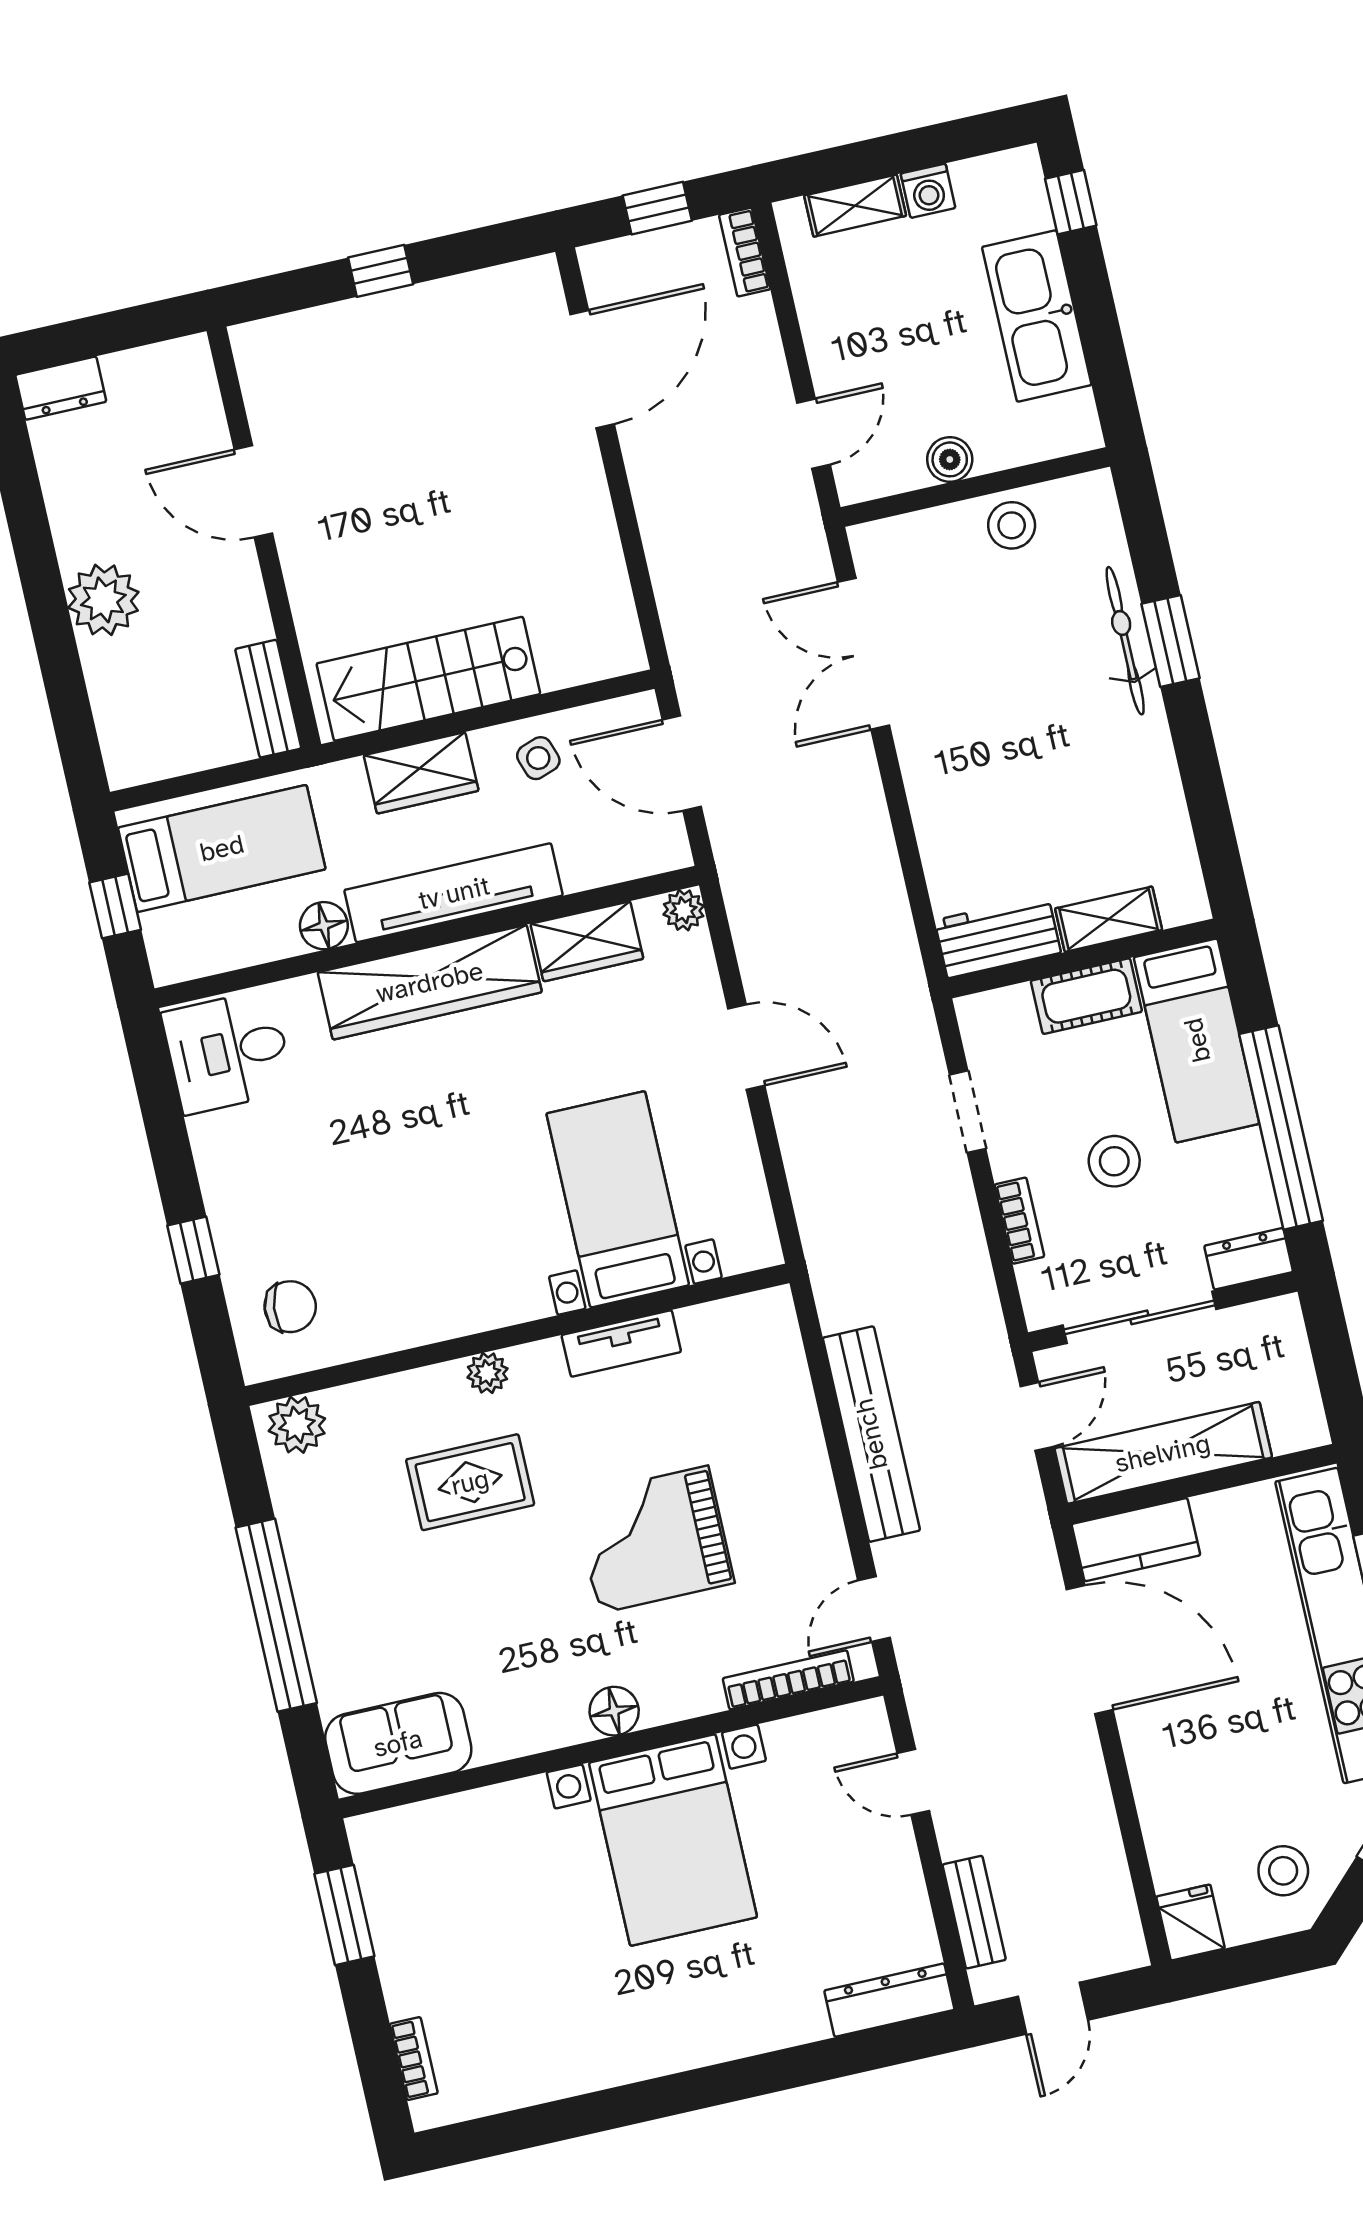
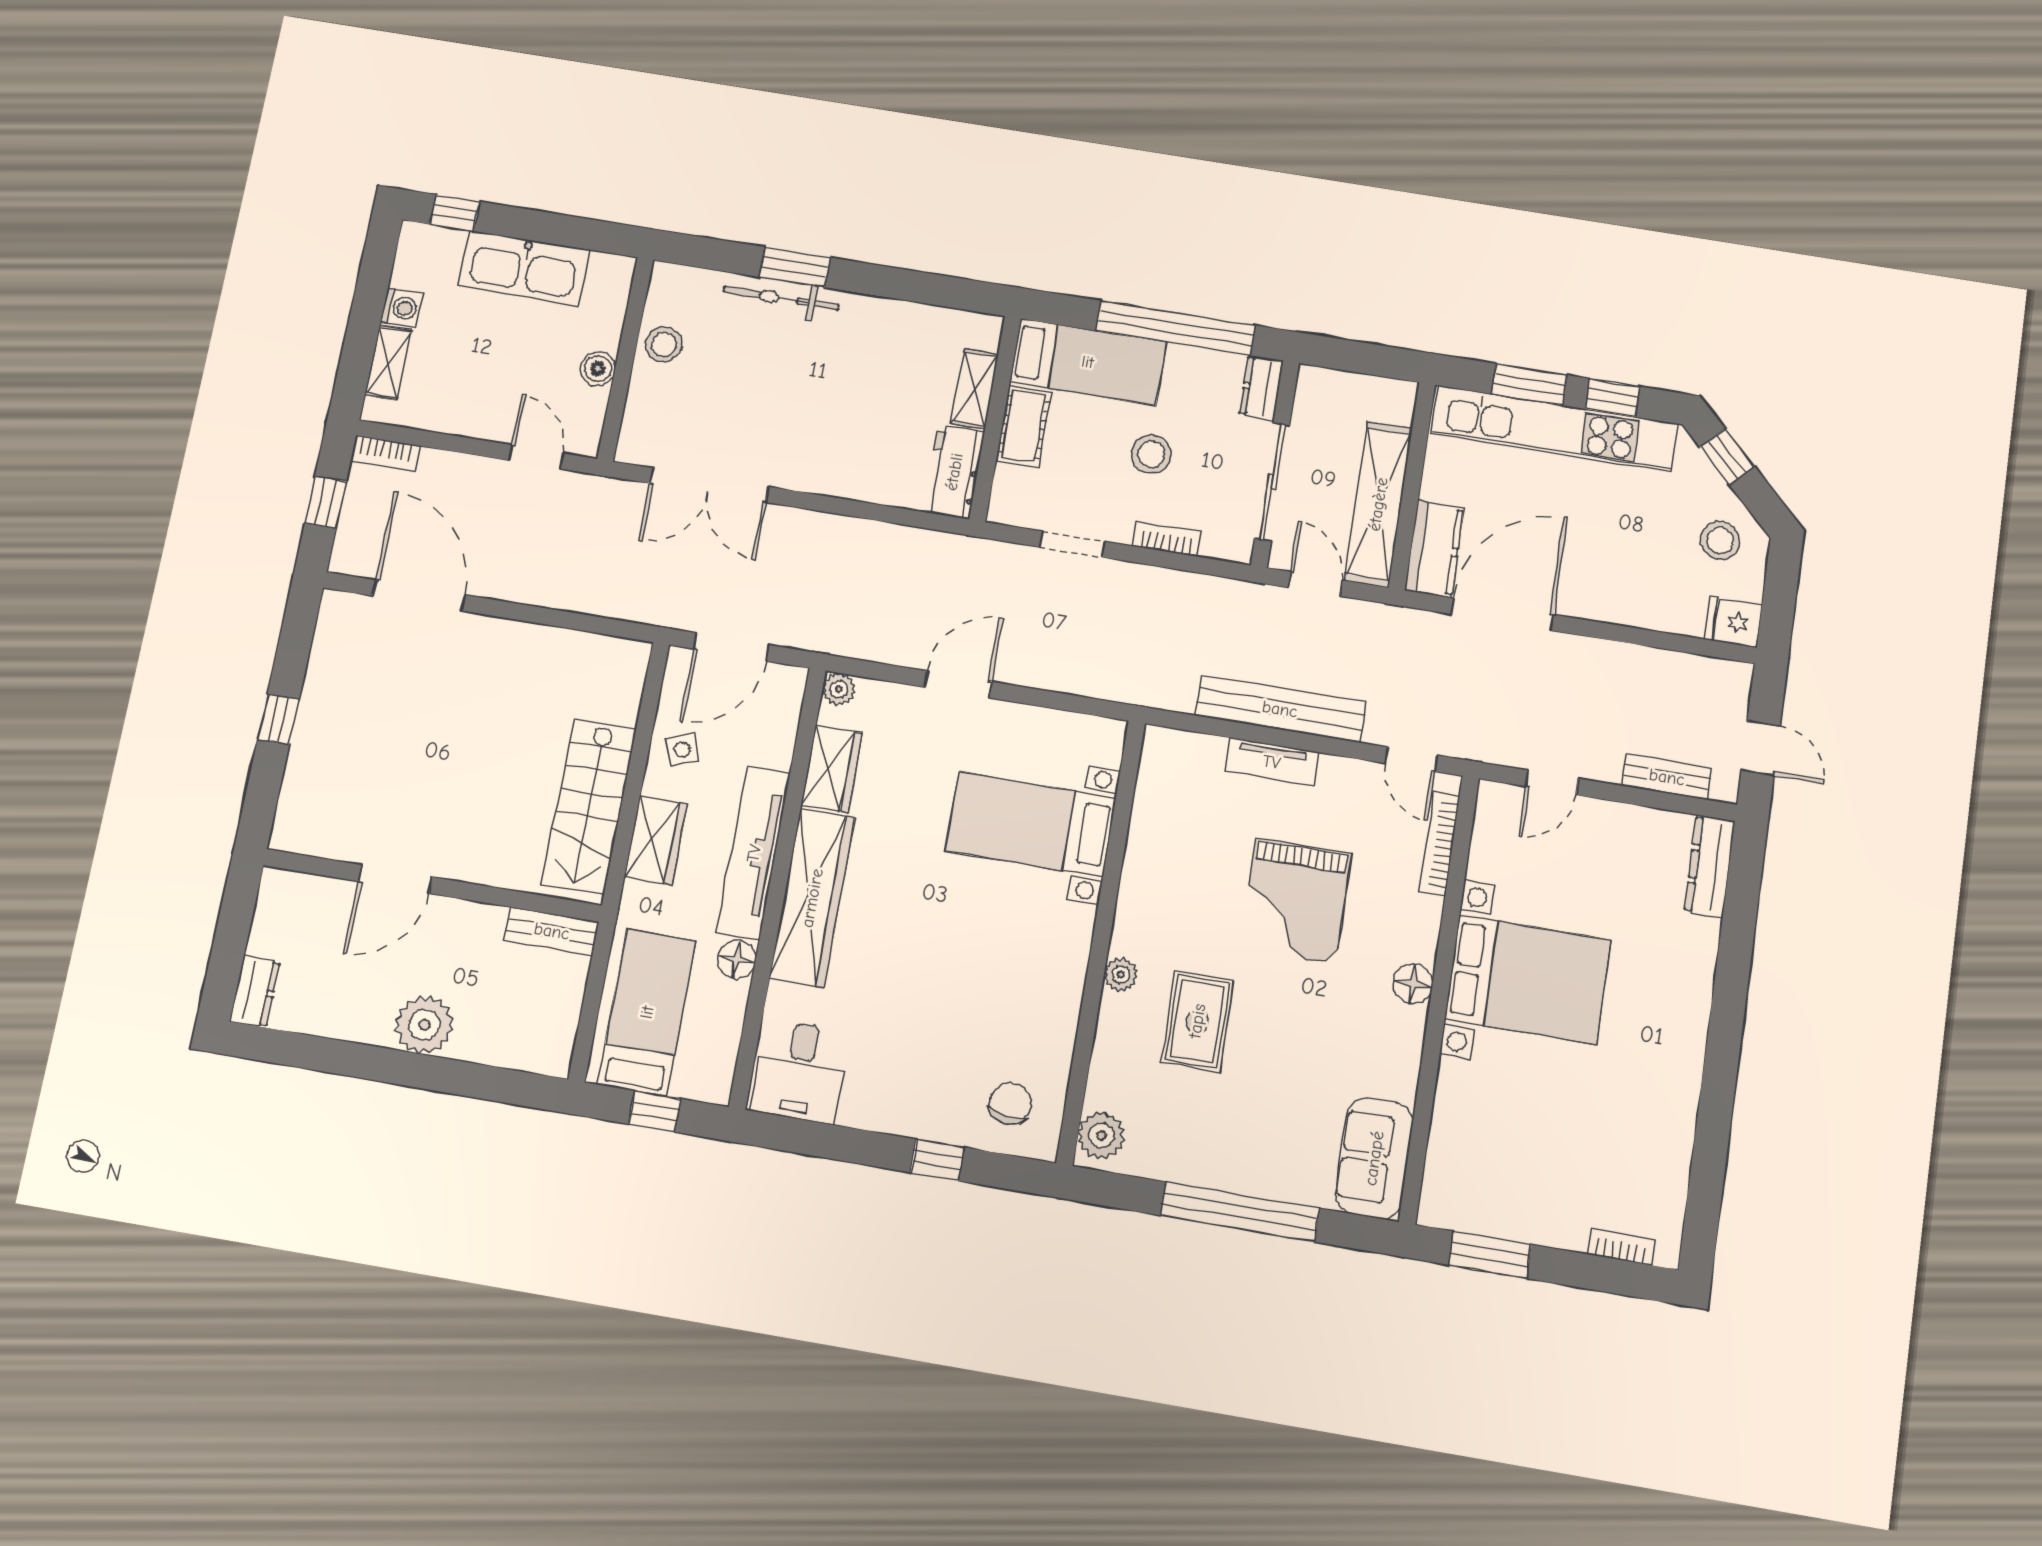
tv unit: (621, 1344) -> (1272, 762), moved, turned 90

